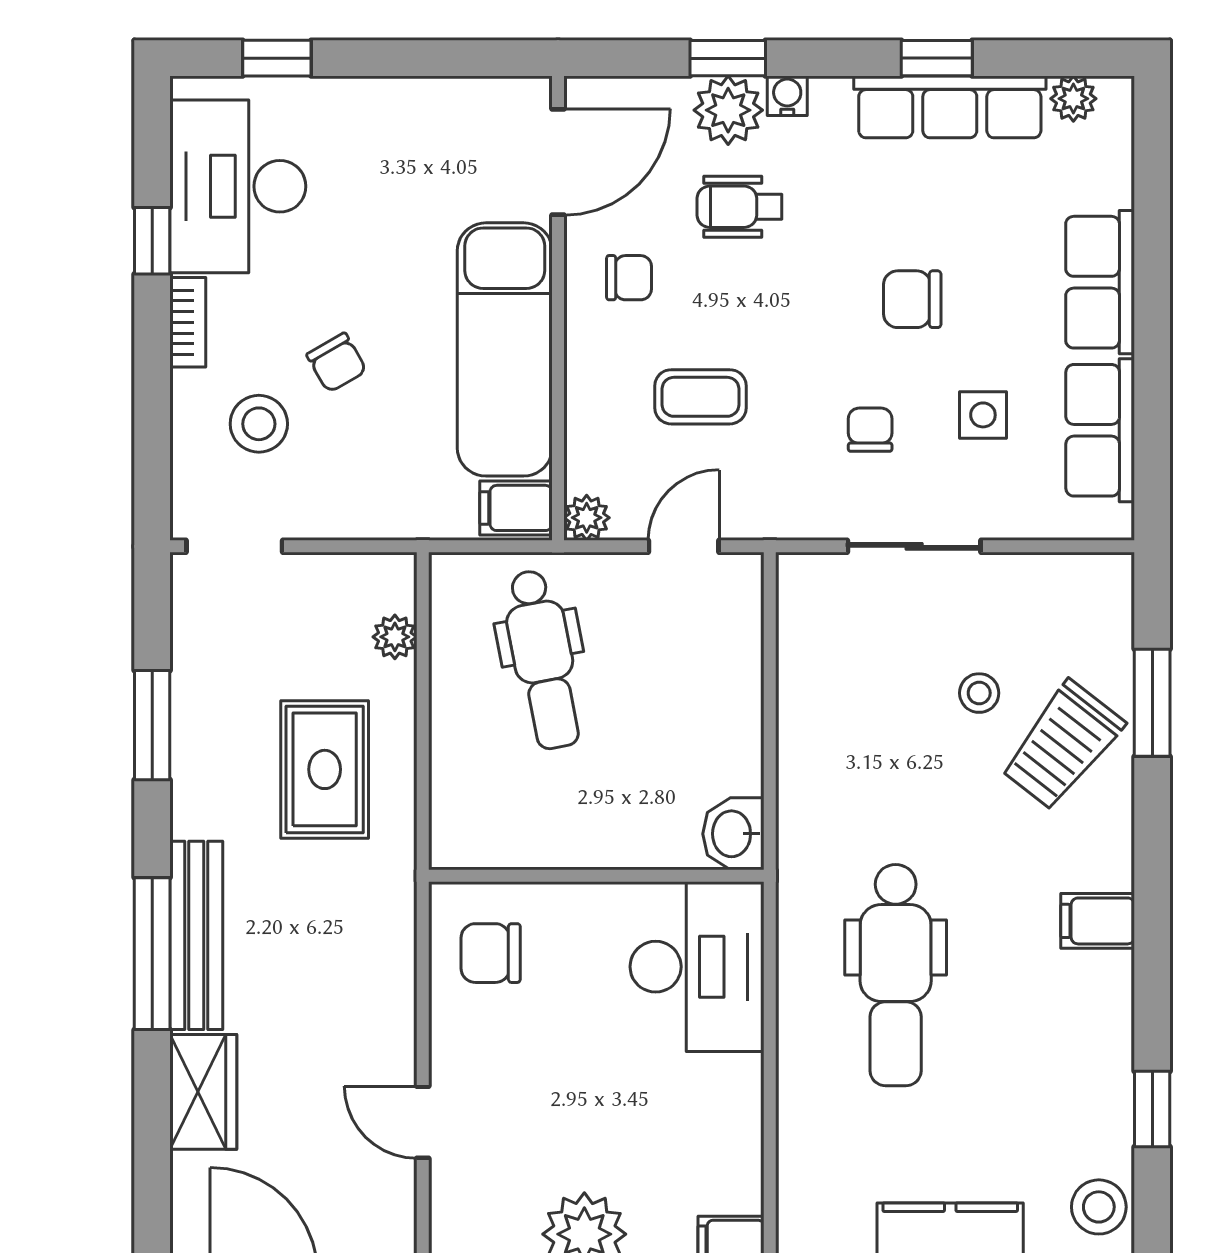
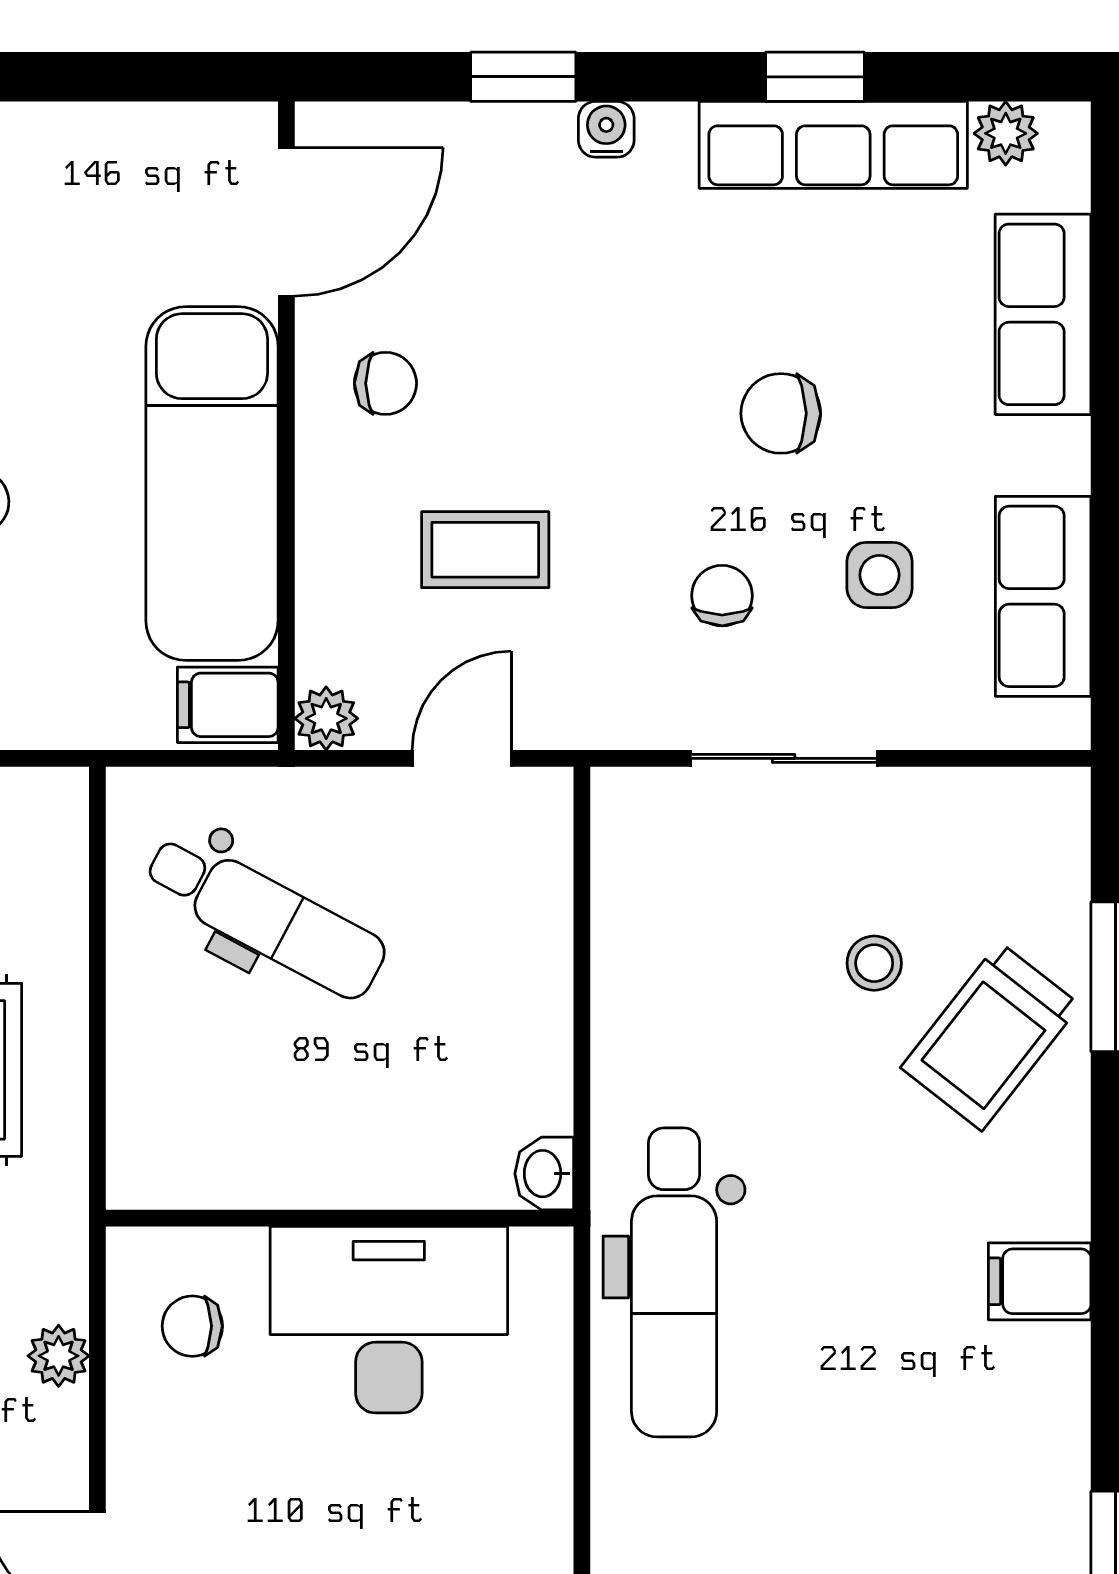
plant: (728, 110) -> (524, 150), removed
wheelchair: (740, 207) -> (540, 284), removed
row of seats: (1100, 282) -> (1043, 314), moved
plant: (395, 637) -> (59, 1356), moved
dental chair: (543, 659) -> (265, 916), turned -51
washbasin: (733, 834) -> (544, 1174), width x0.72, depth x0.69
chair: (491, 953) -> (192, 1326), width x0.73, depth x0.73
desk: (697, 967) -> (389, 1320), moved, turned -90
dental chair: (896, 975) -> (674, 1282), moved

